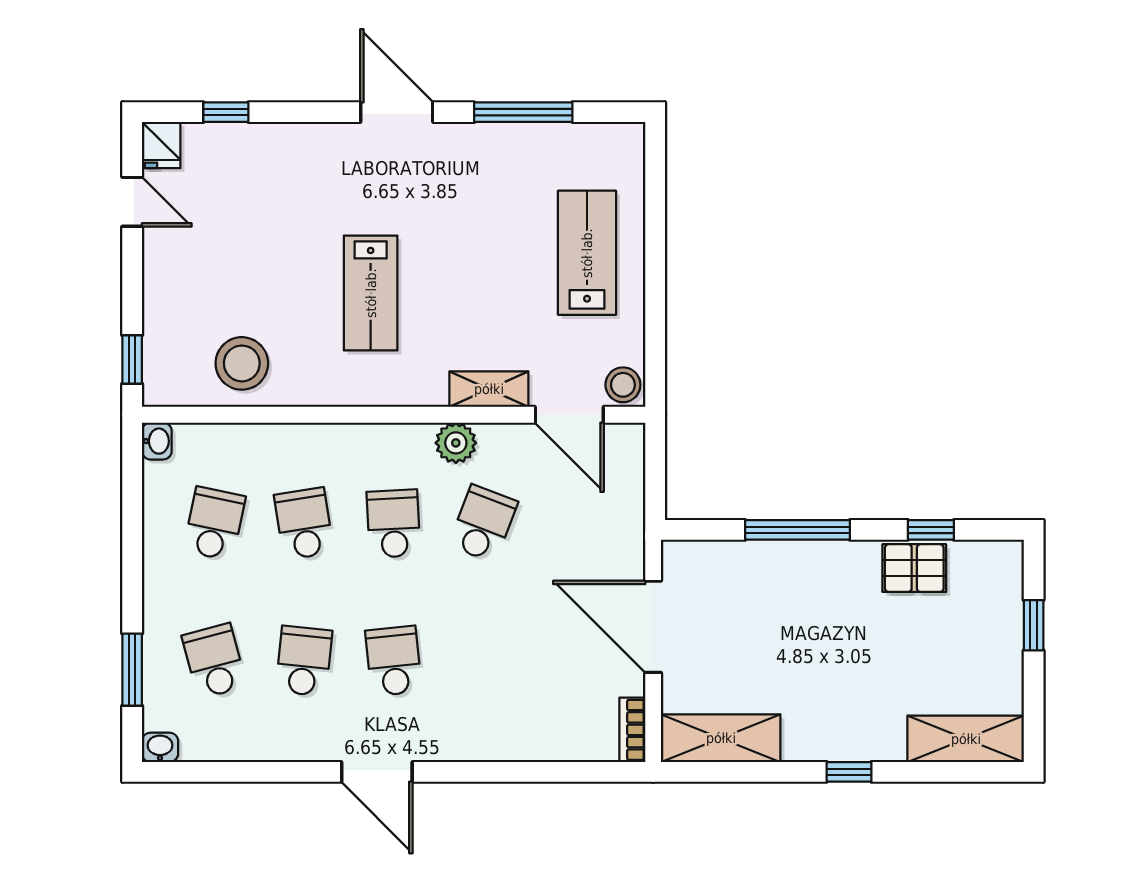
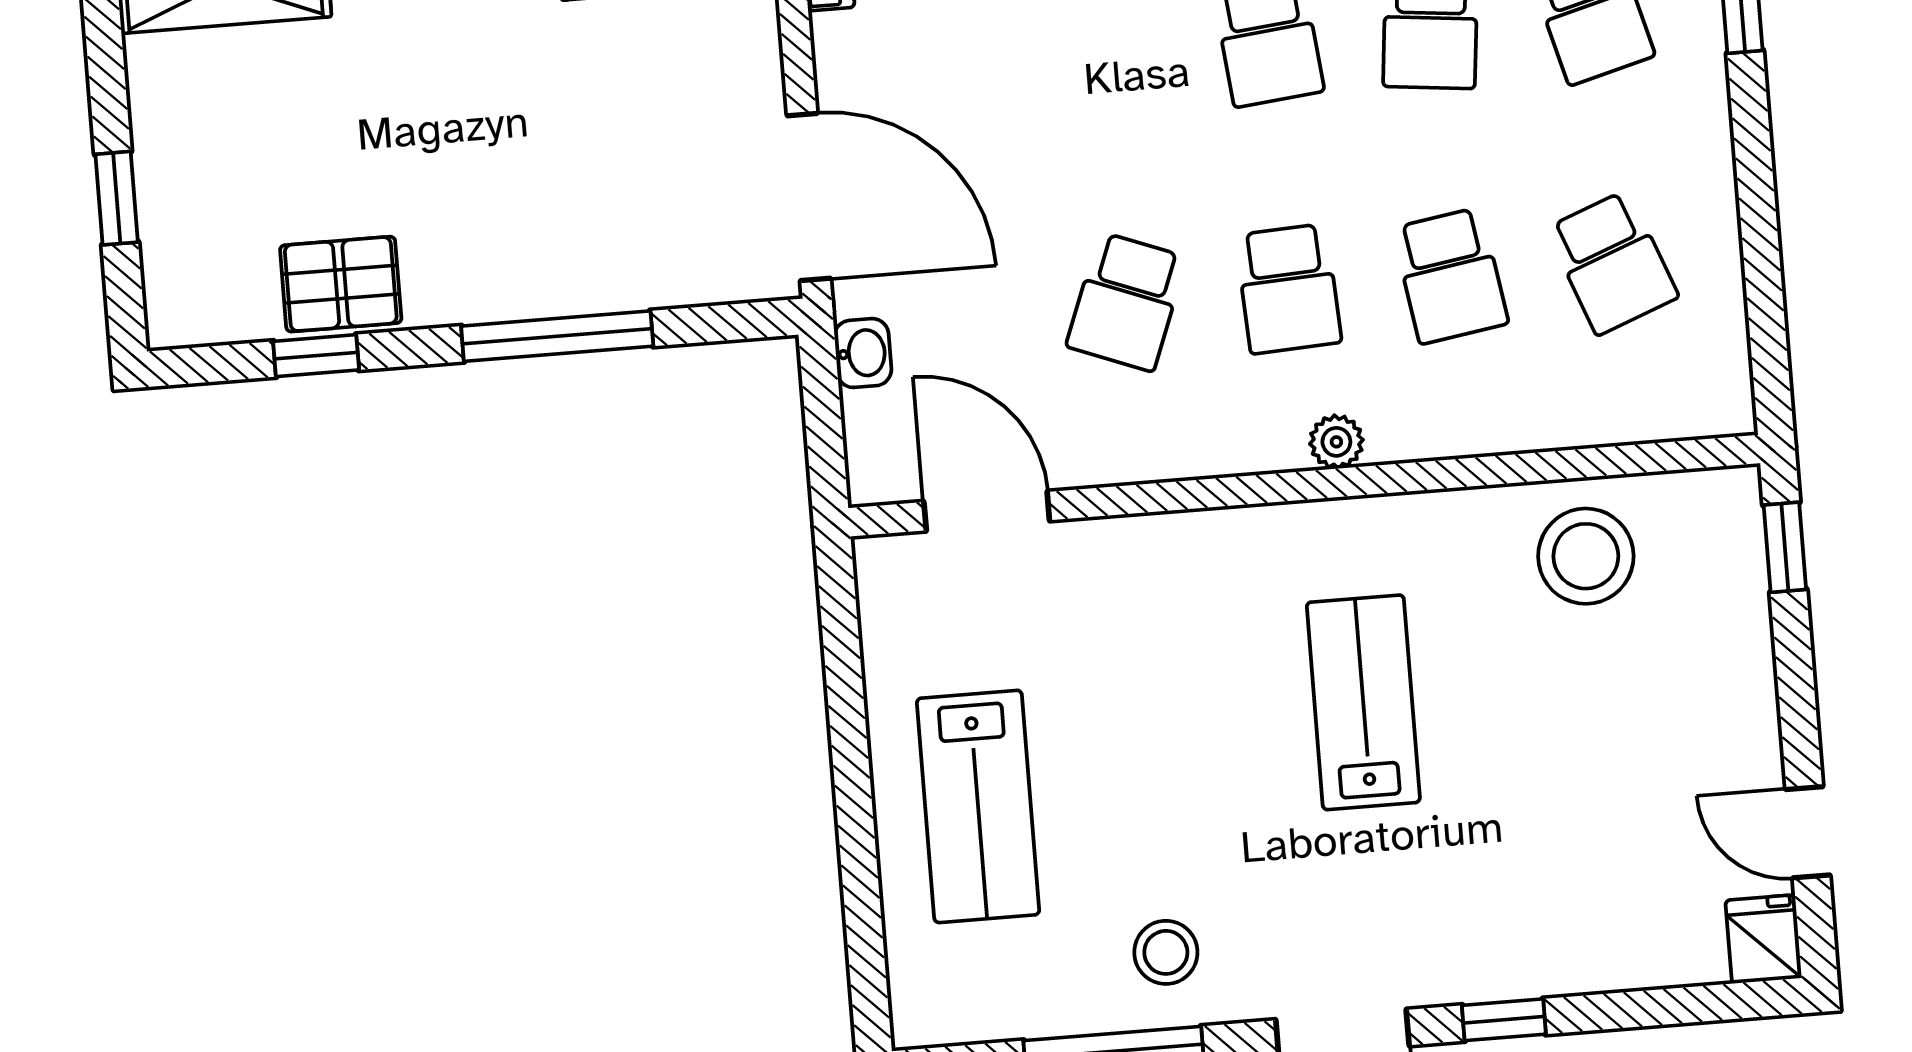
window: (226, 112) -> (1504, 1020), moved
stool: (623, 385) -> (1166, 952), moved
shelving: (489, 389) -> (1135, 546), removed
washbasin: (157, 441) -> (863, 353), moved, turned 180
plant: (456, 443) -> (1336, 442), moved, width x0.73, depth x0.73
school desk: (214, 524) -> (1612, 263), turned -33
door: (653, 627) -> (809, 197), moved

